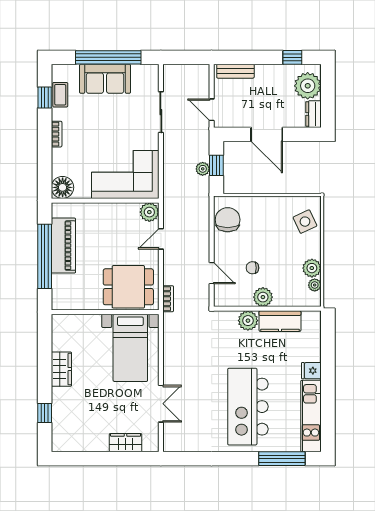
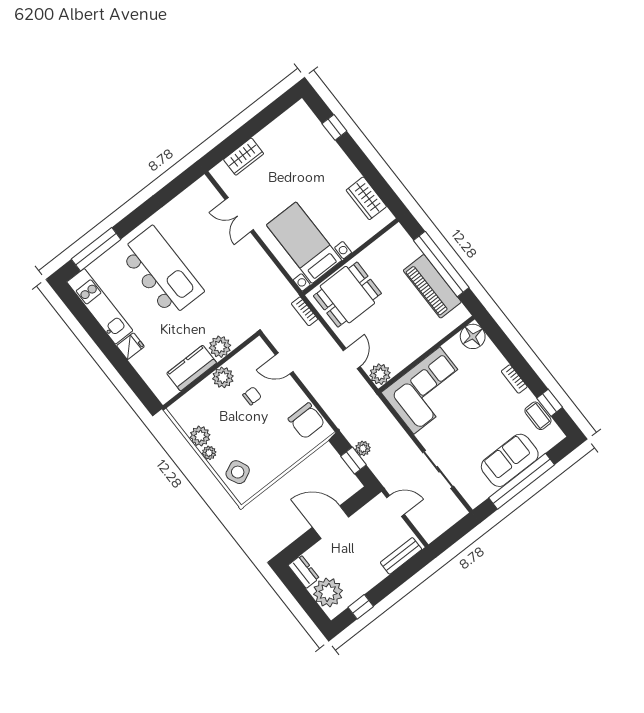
plant: (315, 285) -> (209, 453), moved
wardrobe: (61, 369) -> (366, 198), moved

